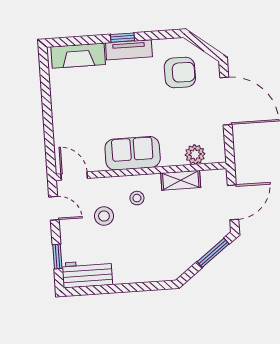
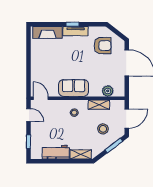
stool: (104, 216) -> (103, 129), moved
shelving: (154, 273) -> (81, 154), added
workbench: (87, 274) -> (56, 152), moved

